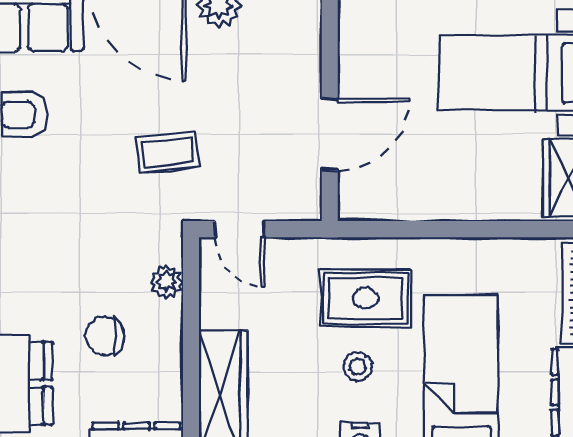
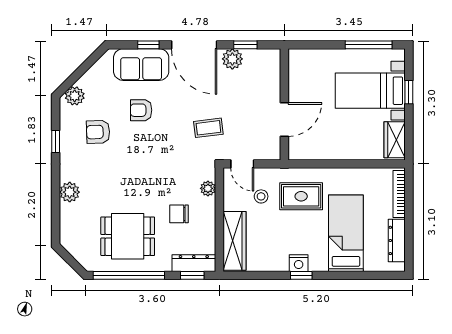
stool: (358, 367) -> (261, 196), moved

